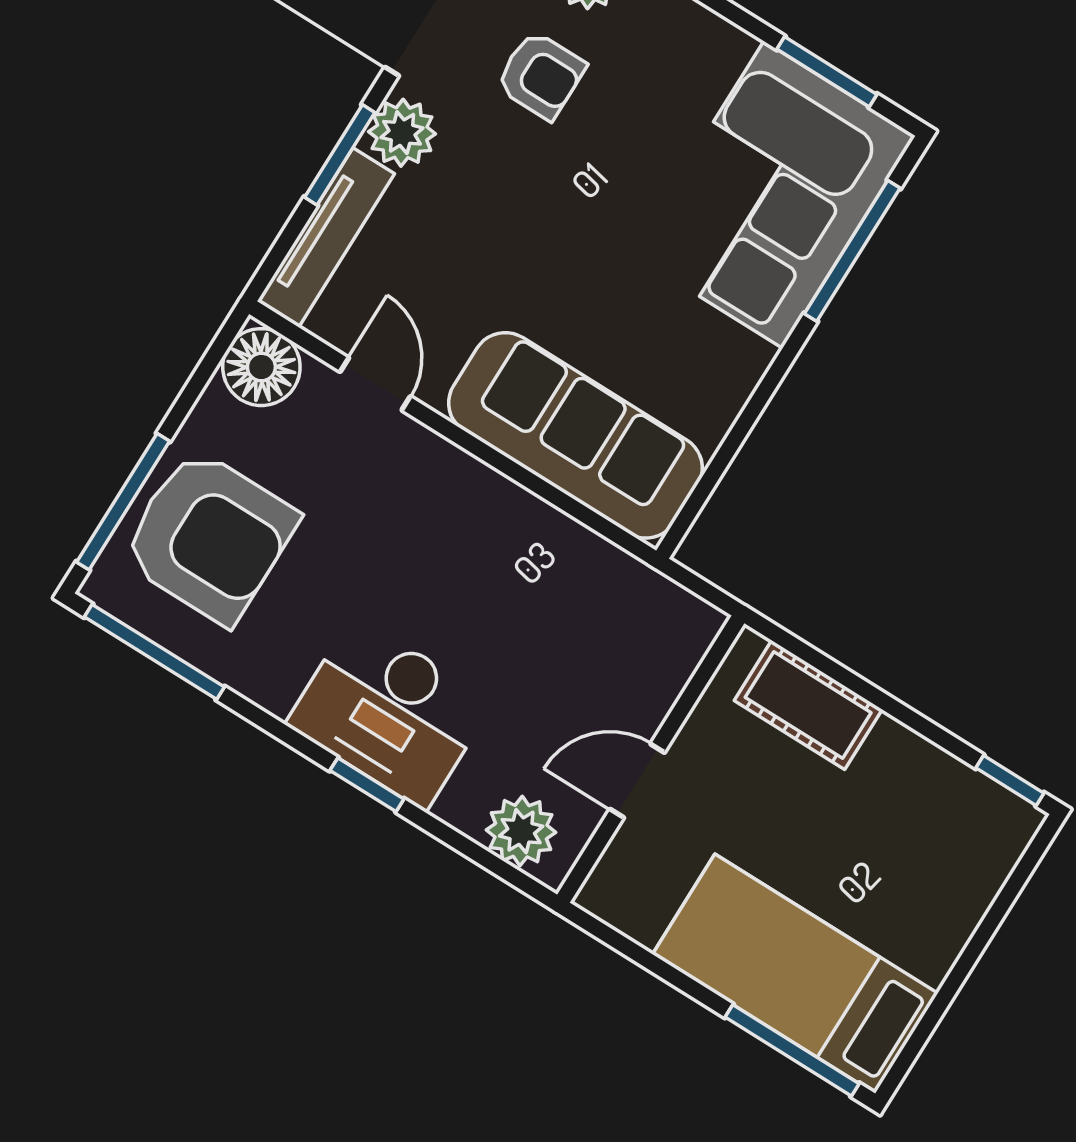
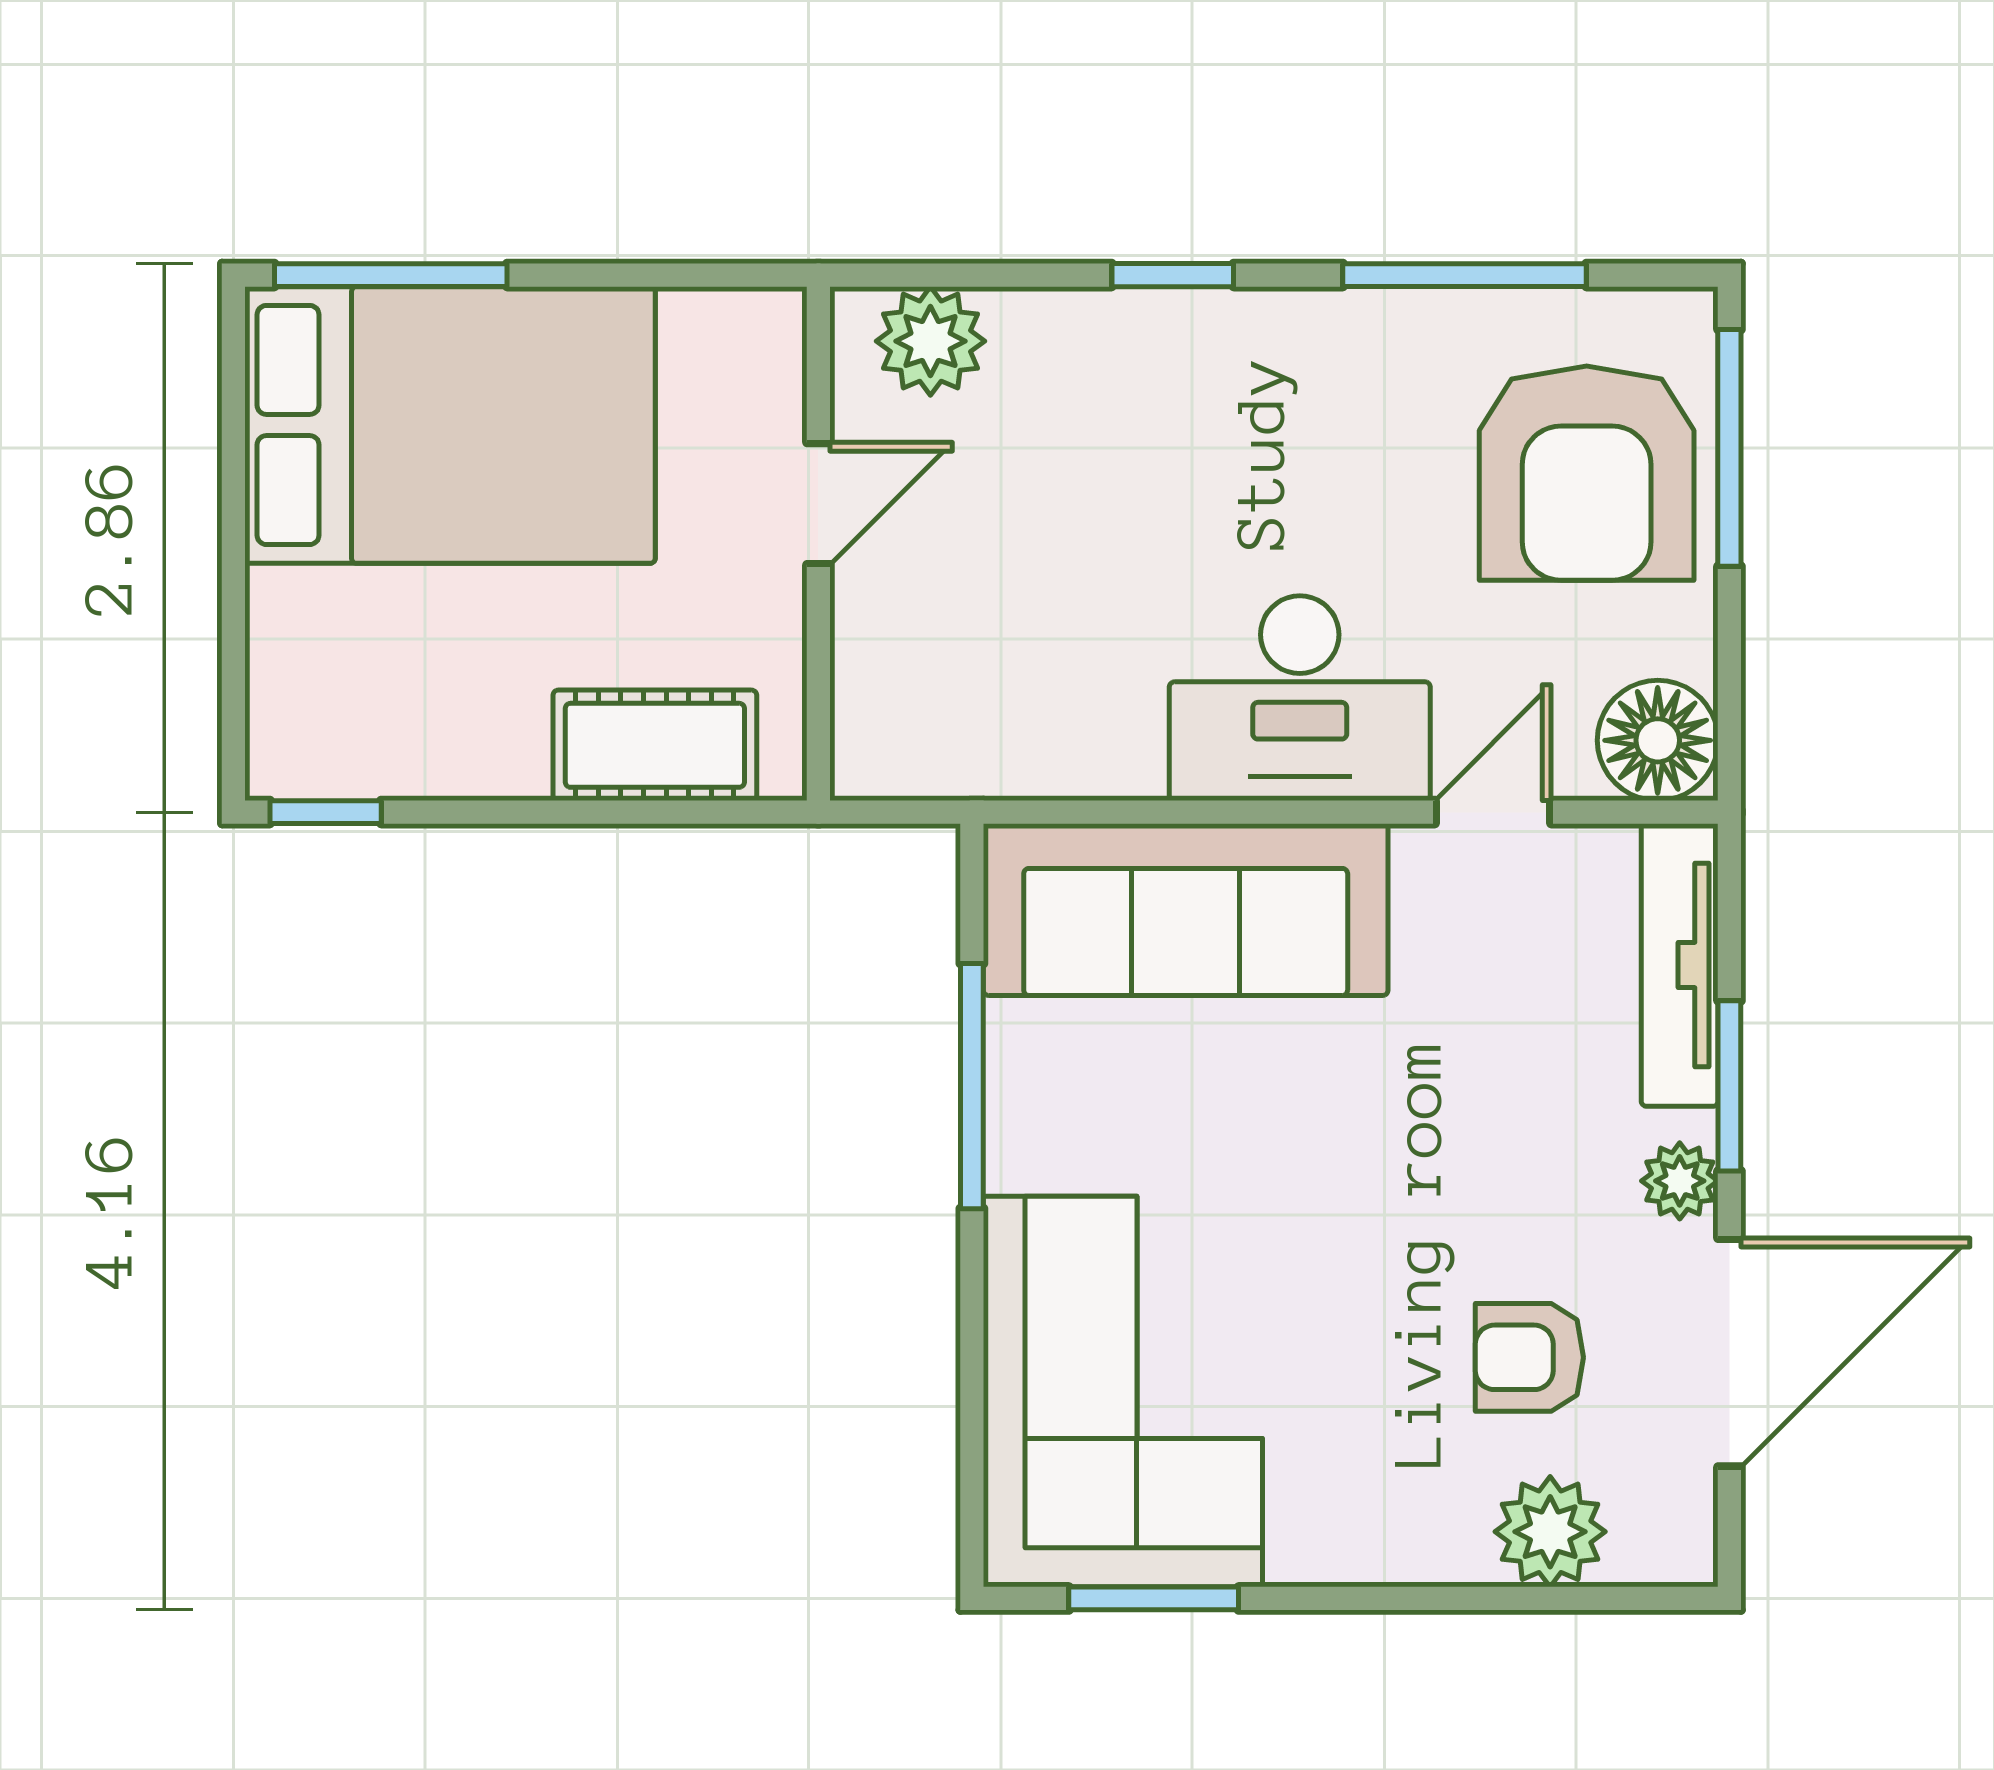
plant: (402, 133) -> (1680, 1181), width x0.73, depth x0.73
window: (852, 251) -> (972, 1086), moved
door: (375, 384) -> (1493, 812), swing flipped
armchair: (209, 536) -> (1587, 473), turned -90
window: (154, 652) -> (1465, 275), moved
desk: (390, 713) -> (1300, 698), moved, turned 180
bed: (795, 974) -> (450, 425), width x1.50

